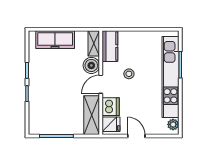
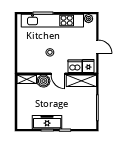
freezer: (55, 40) -> (47, 122), moved, turned -90
kitchen counter: (110, 46) -> (29, 67), removed
door: (136, 136) -> (97, 47), swing flipped

